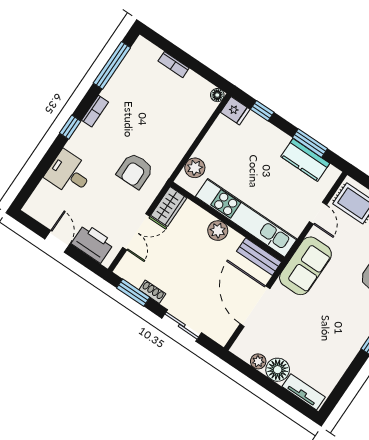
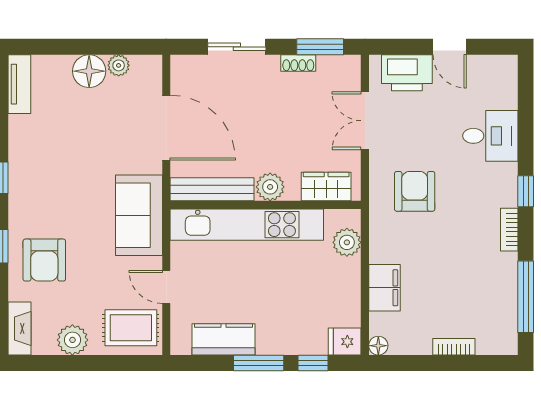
filing cabinet: (191, 126) -> (384, 288), added
window: (310, 143) -> (259, 363), moved
wardrobe: (169, 207) -> (326, 187), moved, turned 90
bench: (259, 257) -> (212, 189), width x1.36
tv unit: (304, 392) -> (19, 84), moved, turned -90

